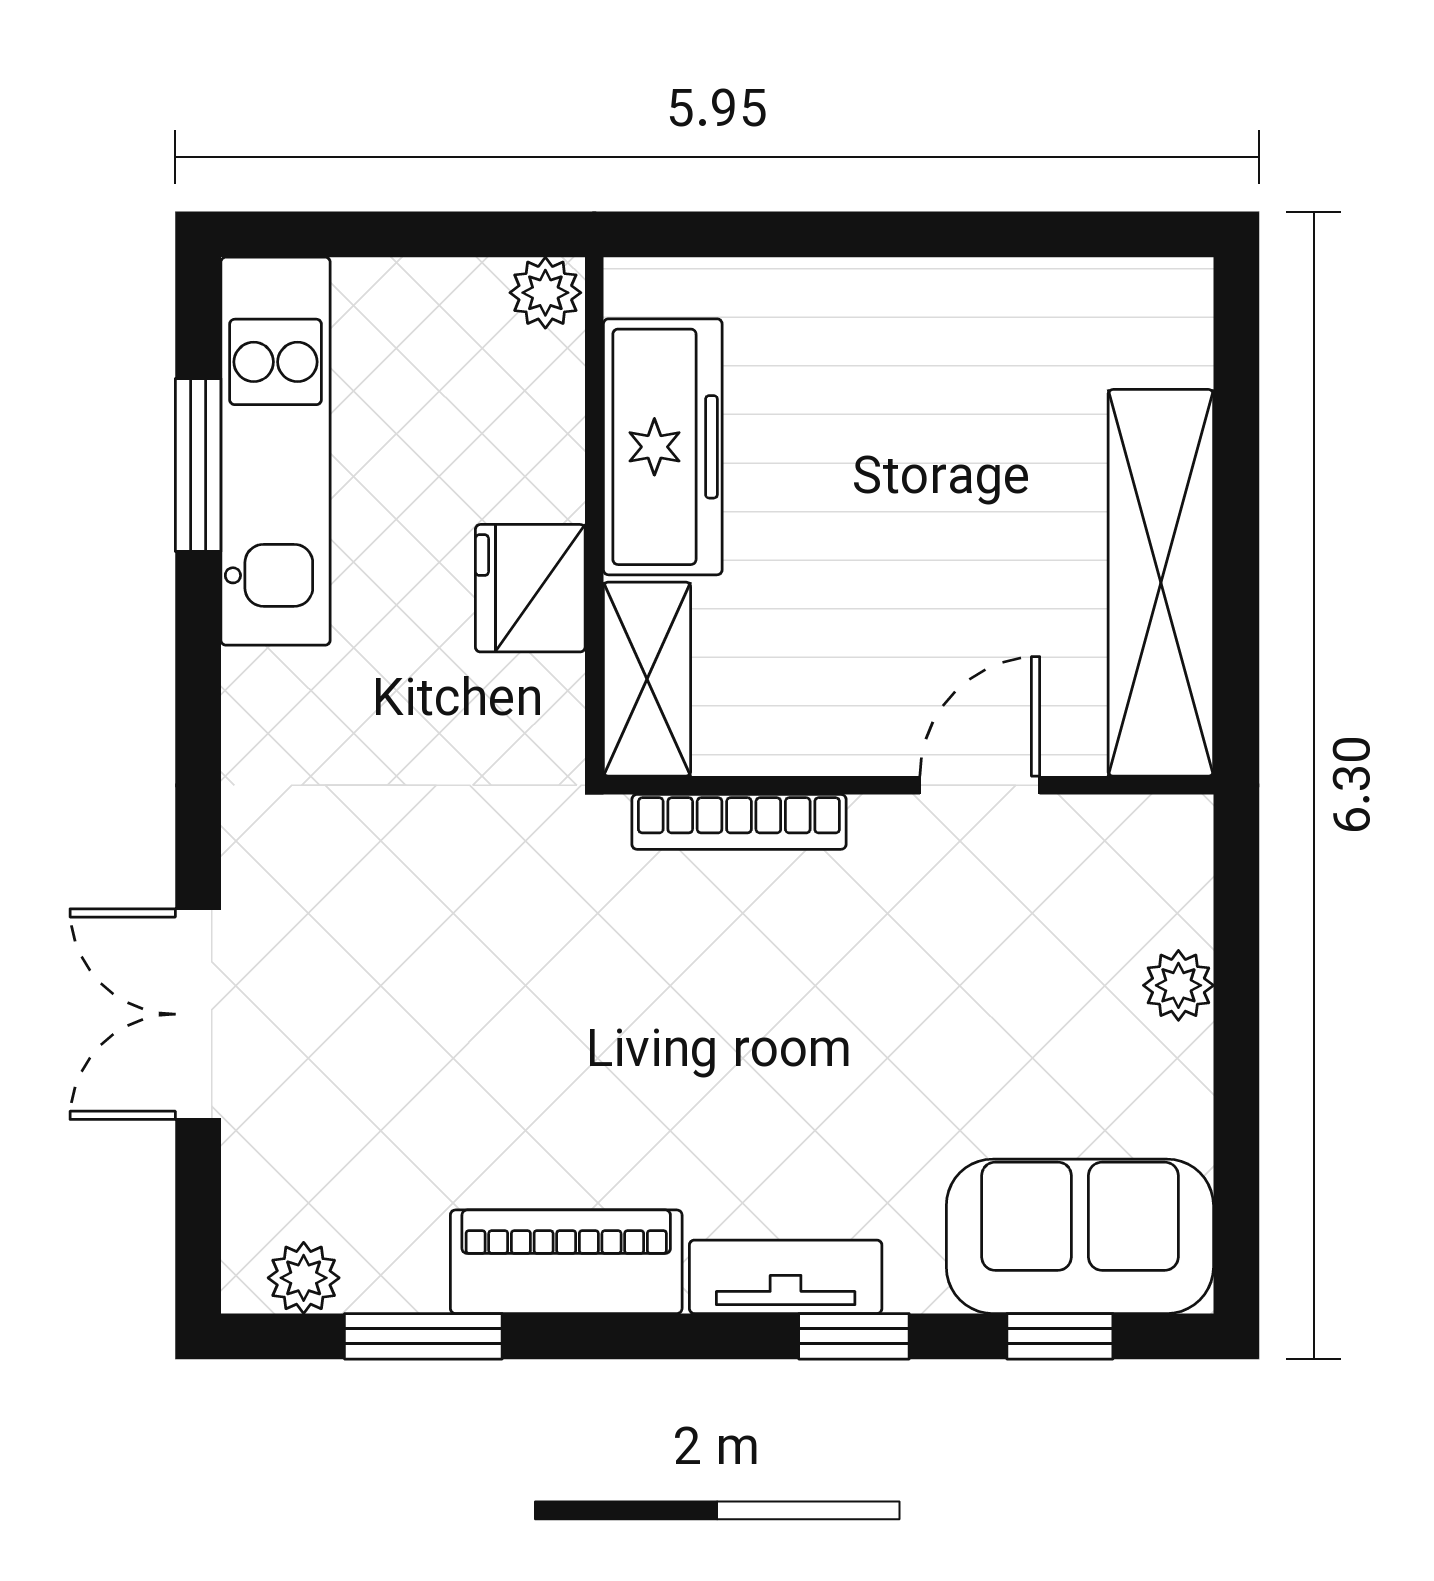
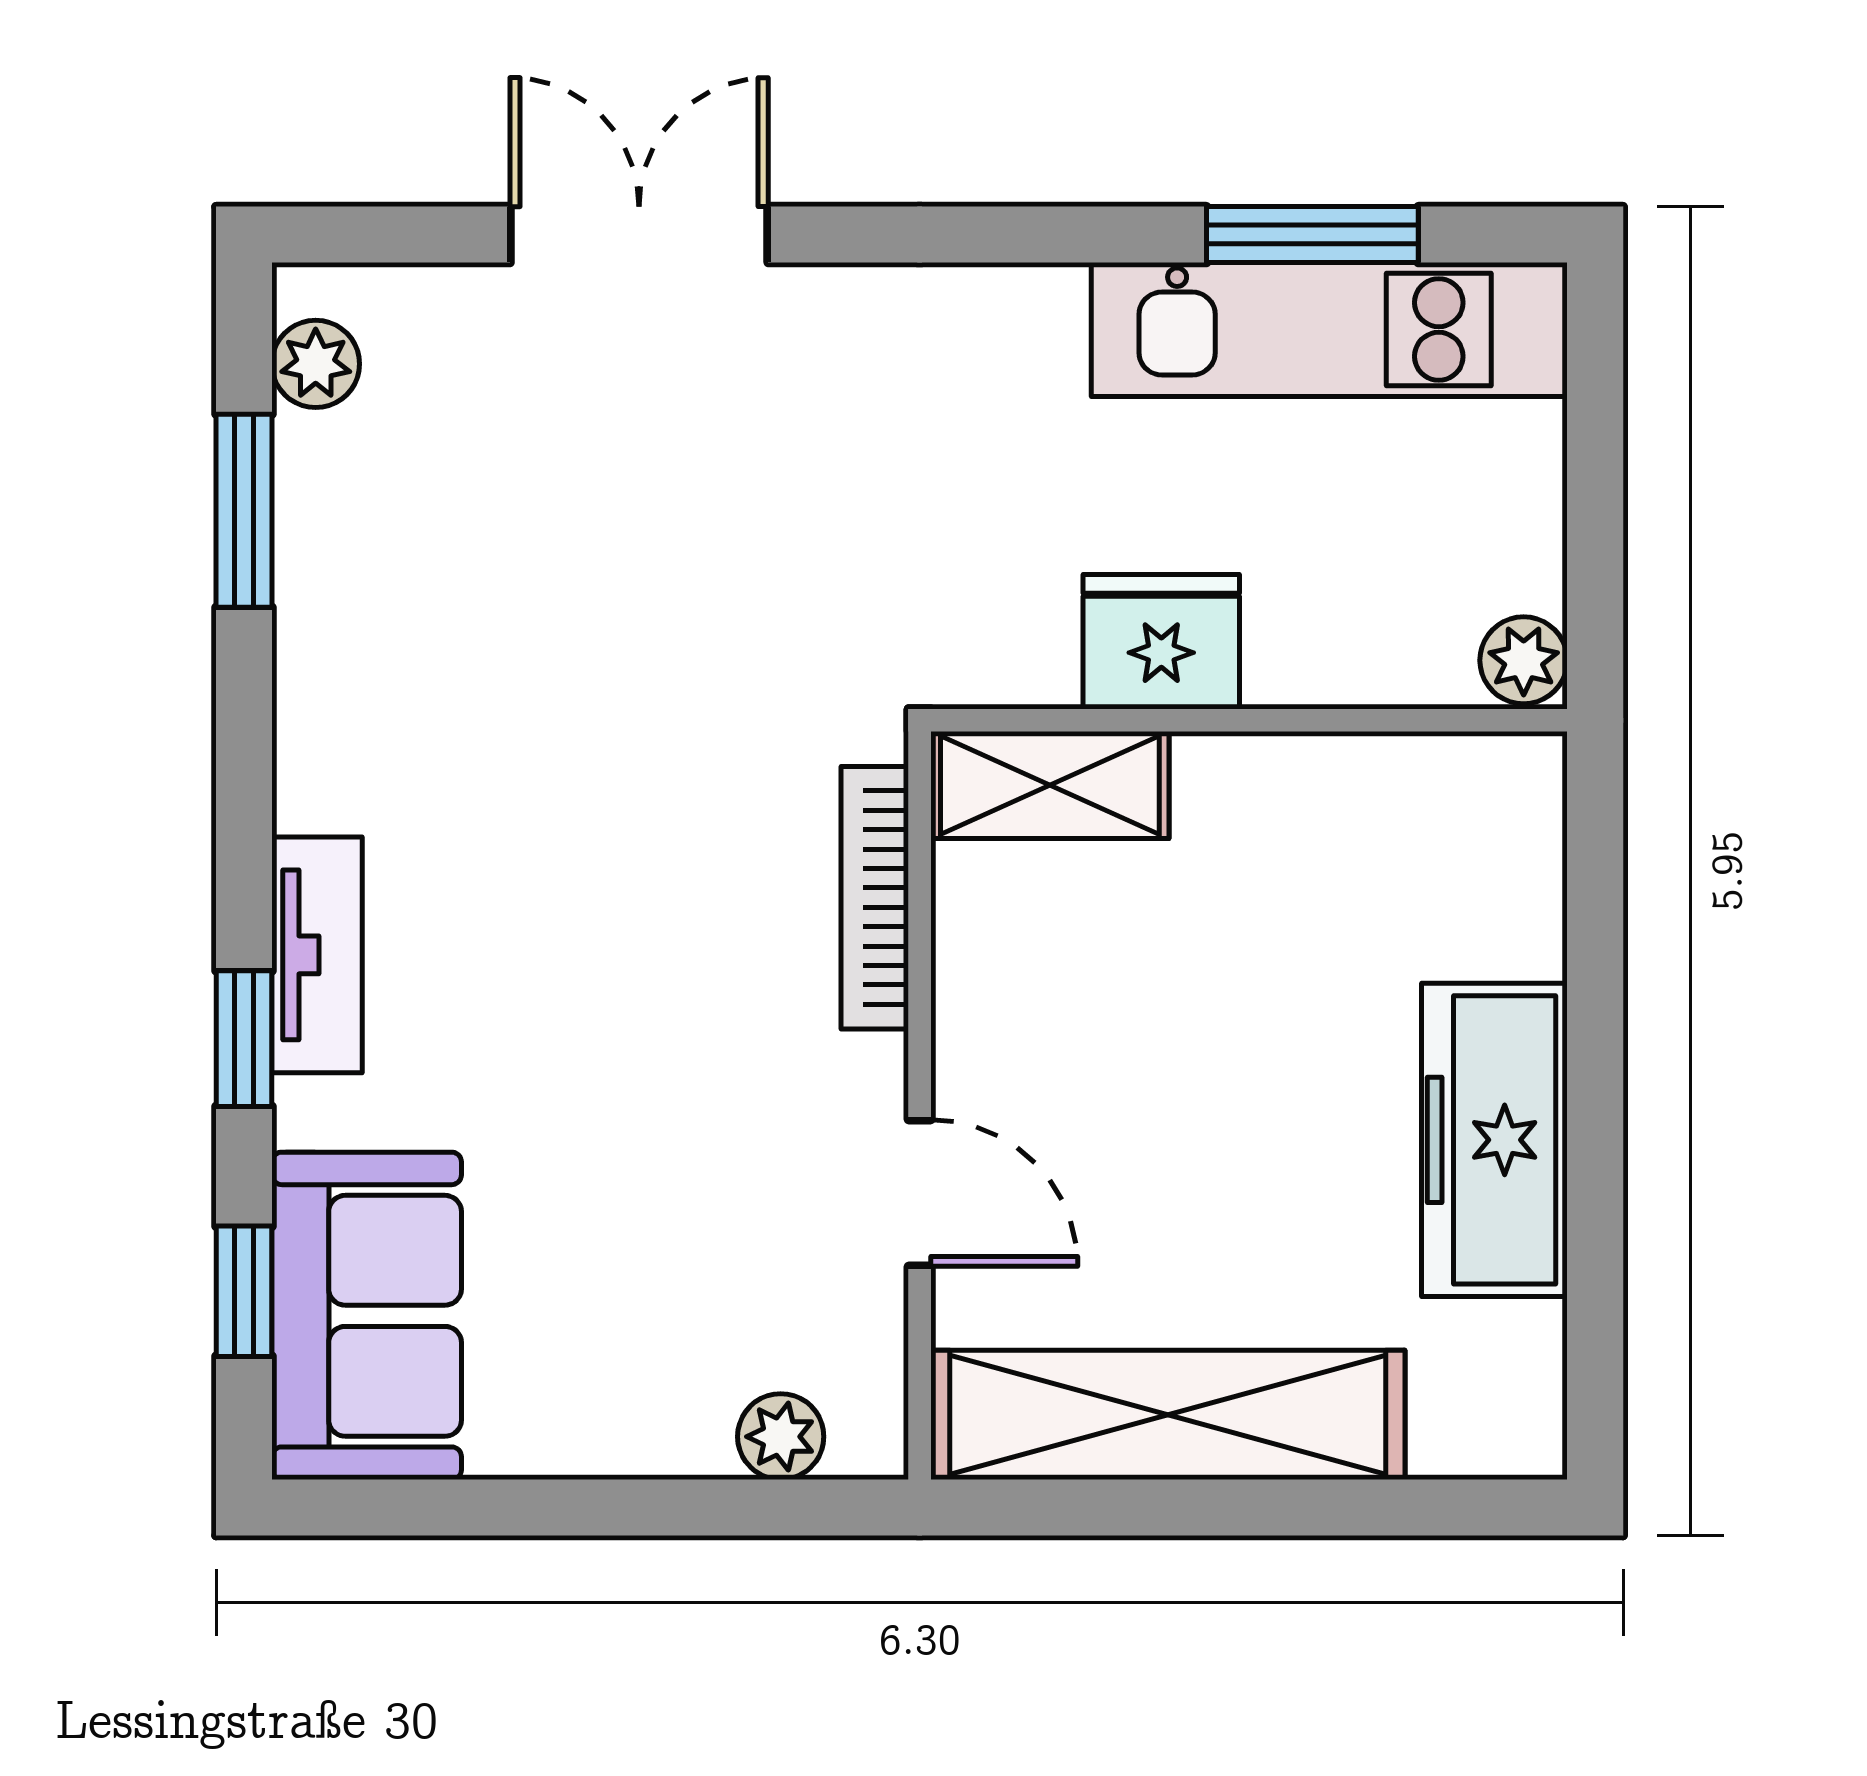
freezer: (663, 447) -> (1494, 1140), moved, turned 90
plant: (1178, 985) -> (781, 1437), moved
piano: (566, 1262) -> (335, 686), removed

